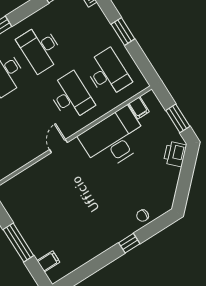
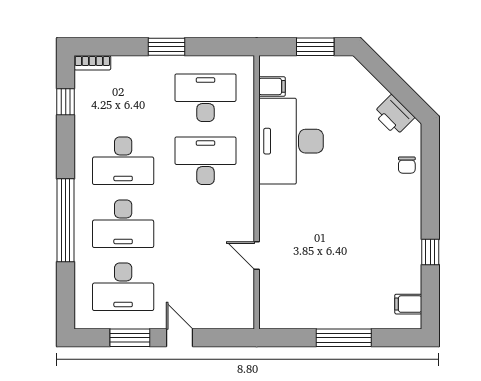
door: (58, 146) -> (257, 256), moved
printer: (175, 154) -> (394, 115), moved
window: (129, 243) -> (430, 252), moved
filing cabinet: (48, 261) -> (408, 304), moved, turned -90

